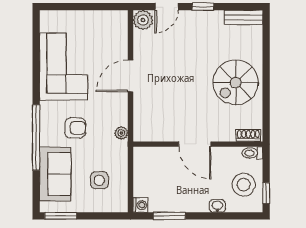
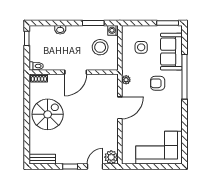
corner sofa: (64, 67) -> (159, 148), moved, turned 90
door: (130, 76) -> (120, 108), moved
door: (195, 144) -> (76, 72), swing flipped
stool: (244, 185) -> (100, 47), moved

